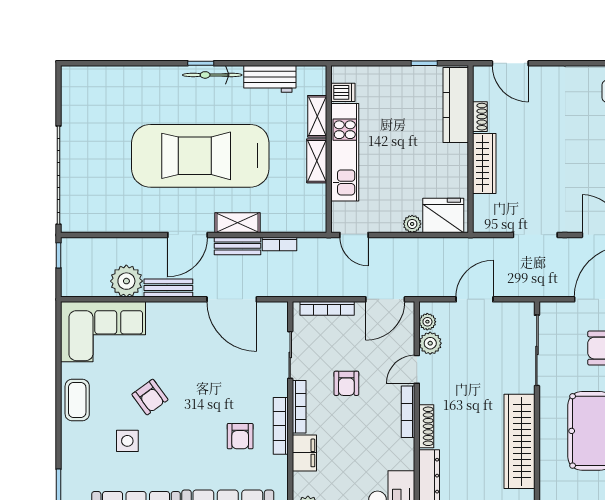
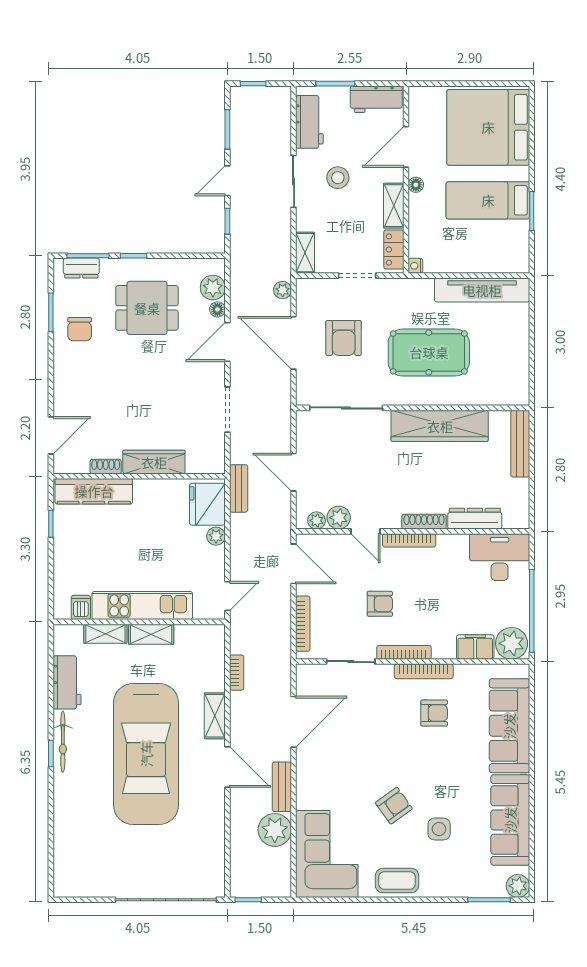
bench: (237, 246) -> (239, 488), moved
filing cabinet: (304, 453) -> (475, 647), moved

